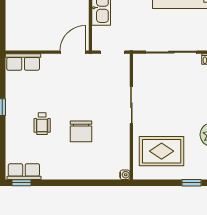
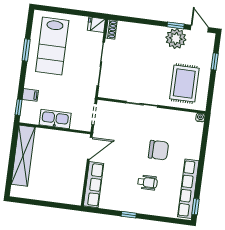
door: (73, 52) -> (90, 148), swing flipped
row of seats: (23, 62) -> (94, 185), width x1.48
row of seats: (24, 172) -> (188, 189), width x2.02

